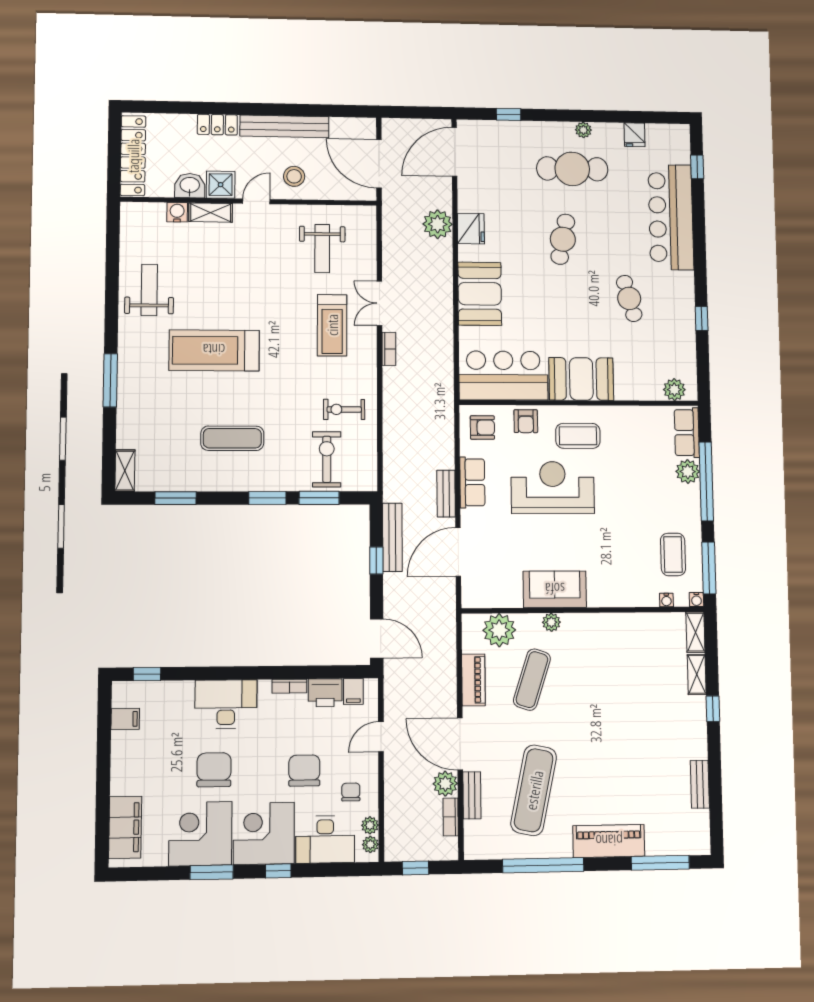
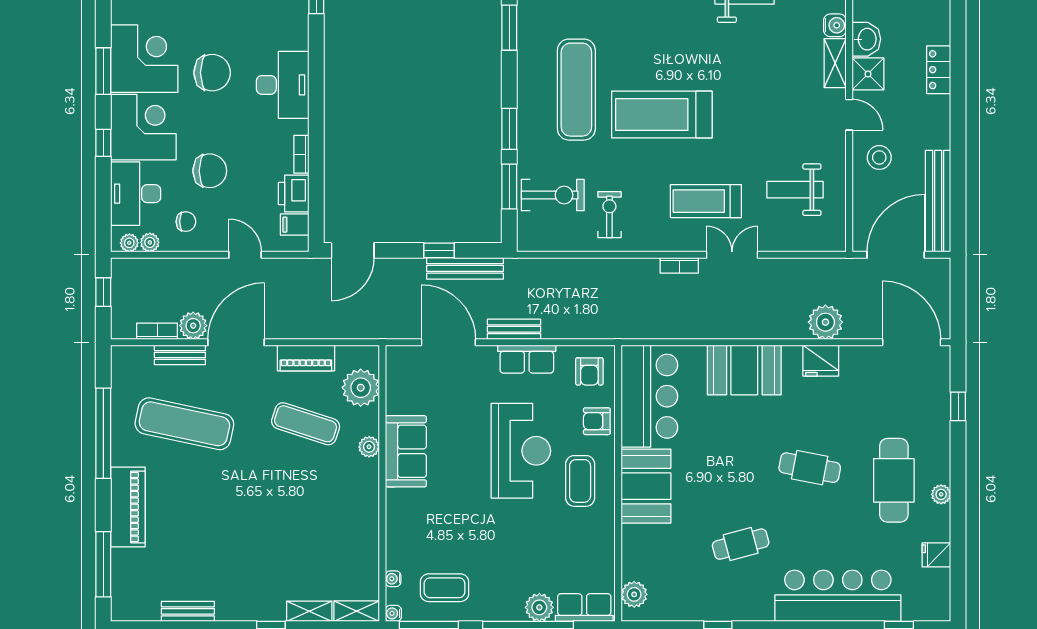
bench: (284, 126) -> (938, 201), moved
treadmill: (214, 350) -> (662, 115), moved, turned -90
exercise mat: (232, 438) -> (576, 90), width x1.36, depth x1.45

